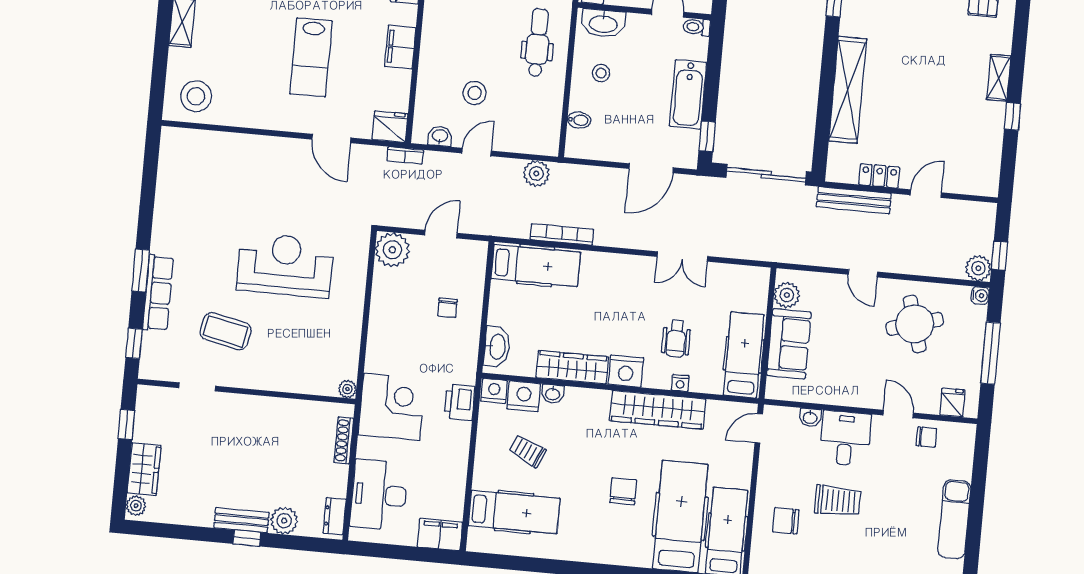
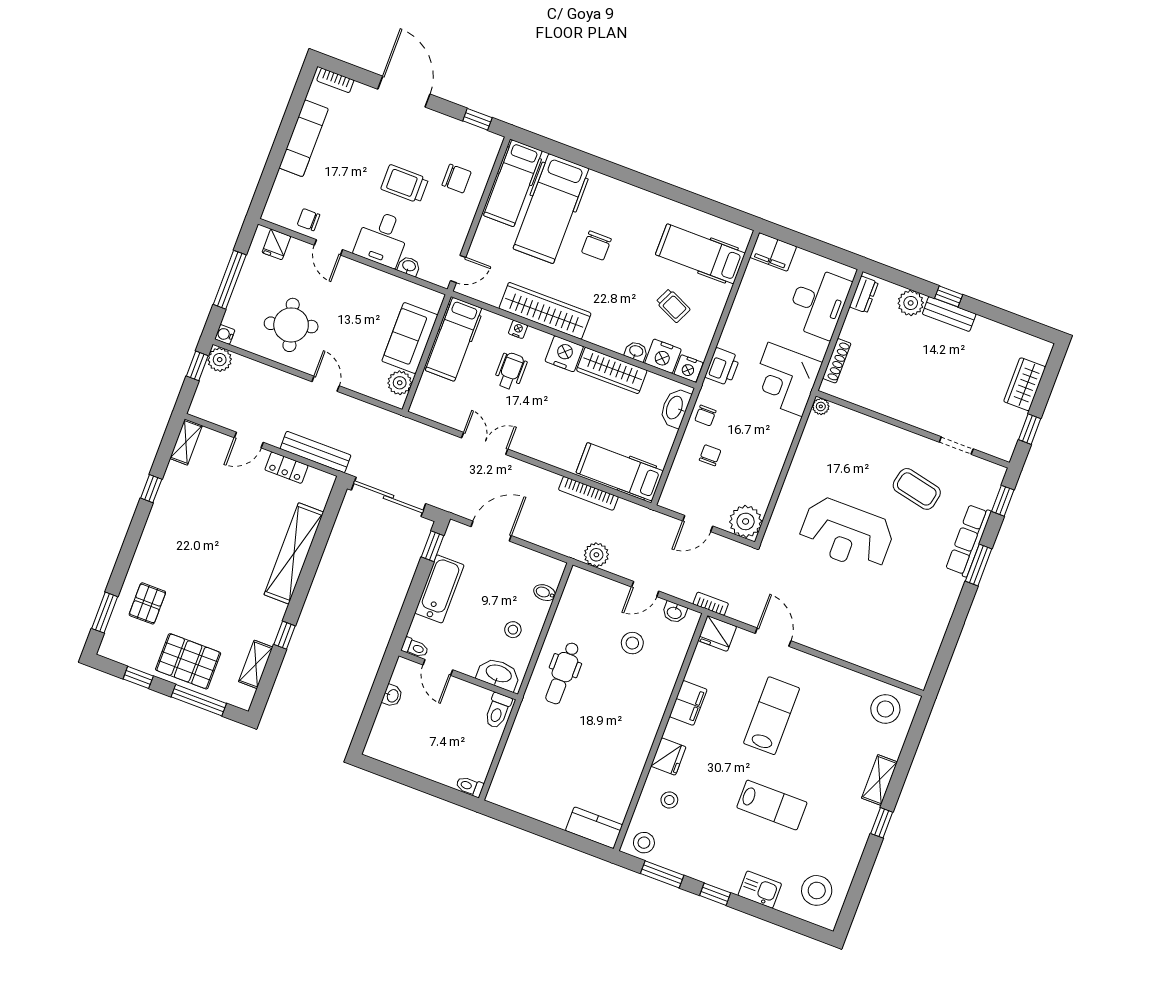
shelving: (999, 78) -> (186, 442), moved
chair: (463, 347) -> (705, 415), added
plant: (136, 506) -> (1041, 353), removed

